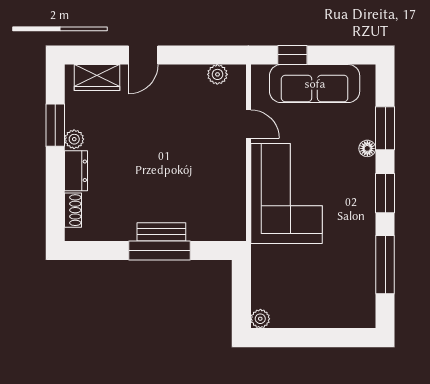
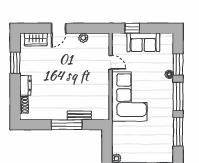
plant: (217, 74) -> (83, 38), moved
sofa: (315, 84) -> (143, 42), width x0.73
plant: (74, 139) -> (25, 70), removed
window: (385, 193) -> (178, 96), width x1.44
bench: (161, 232) -> (79, 116), moved

